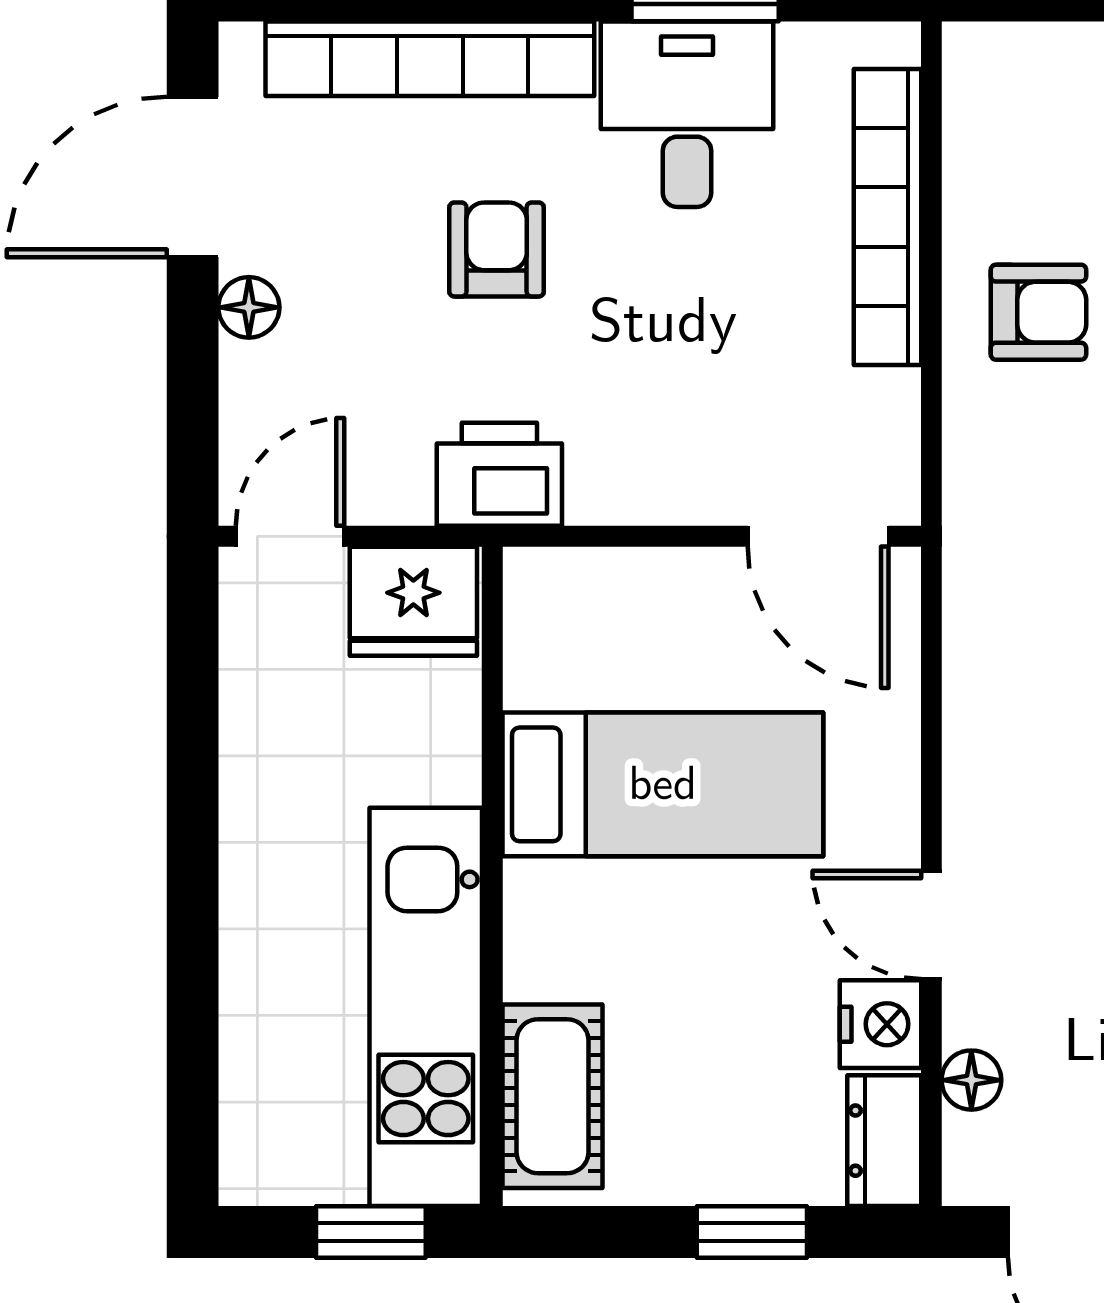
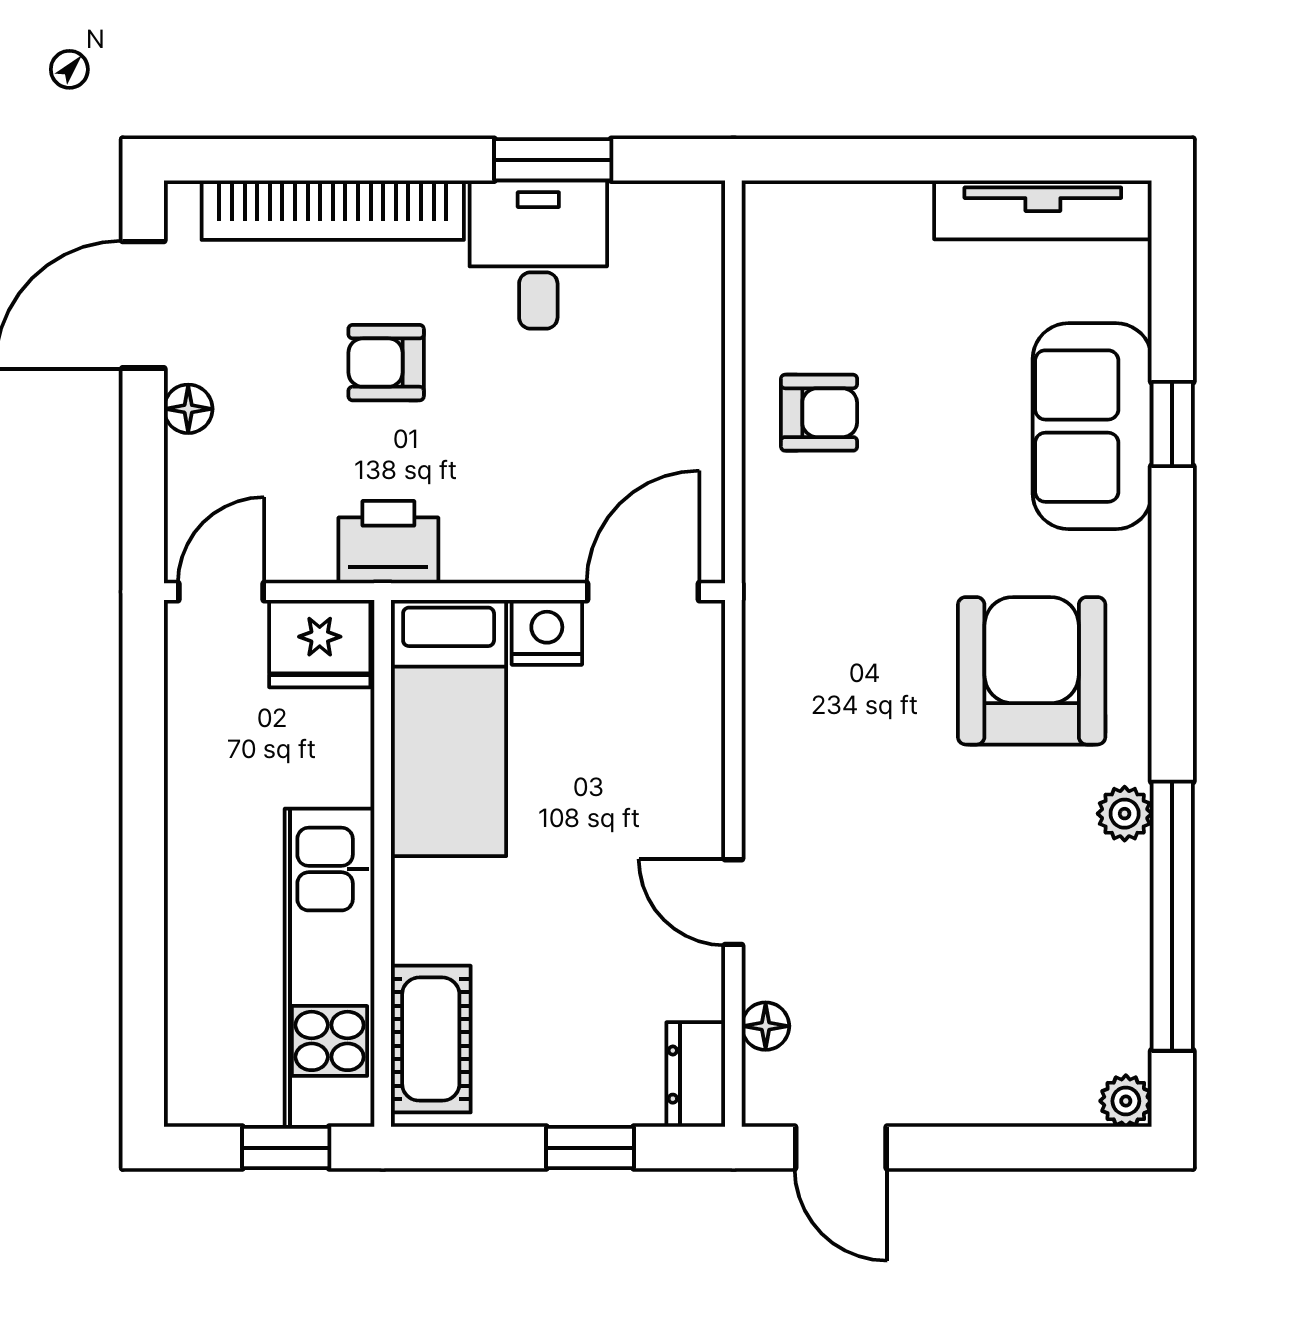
bookcase: (887, 217) -> (698, 337), removed
armchair: (497, 249) -> (386, 363), turned -90
door: (818, 536) -> (643, 592), swing flipped
bed: (663, 784) -> (449, 728), moved, turned 90
nightstand: (880, 1024) -> (547, 632), moved, turned -90

